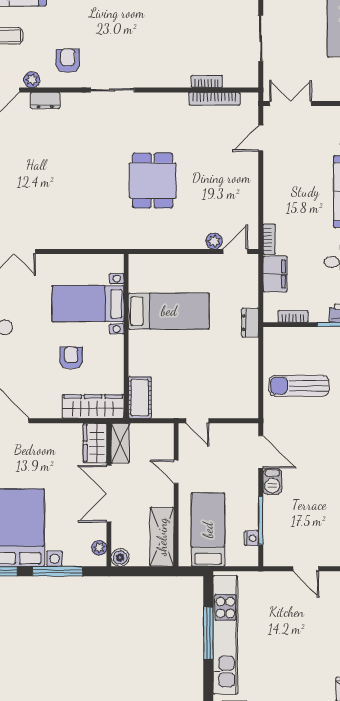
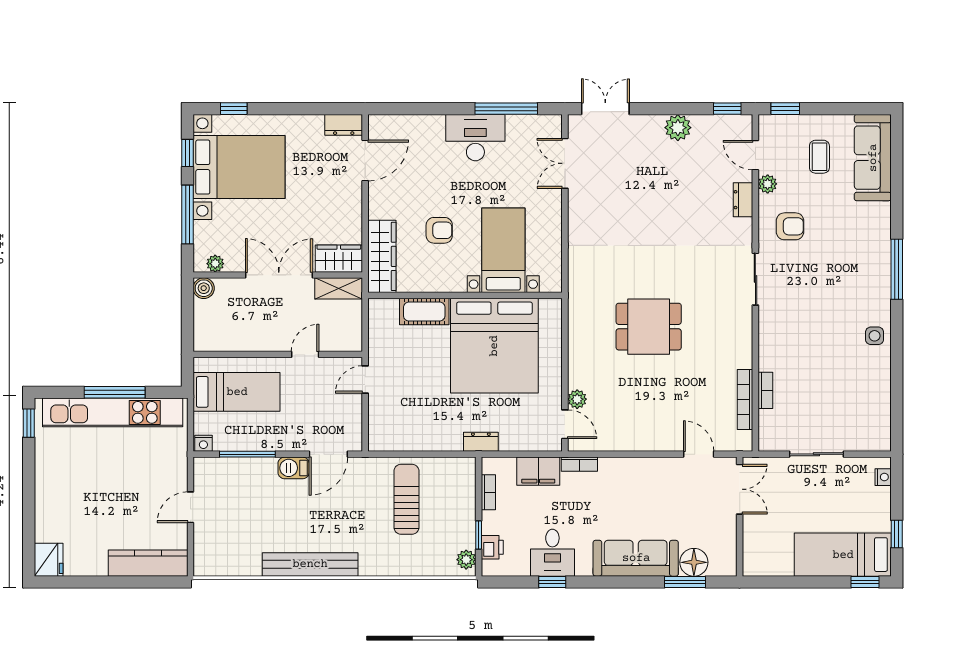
bed: (169, 311) -> (494, 346), width x2.04
cot: (140, 398) -> (424, 312), moved
shelving: (162, 537) -> (228, 338), removed
nightstand: (252, 538) -> (203, 443), moved

